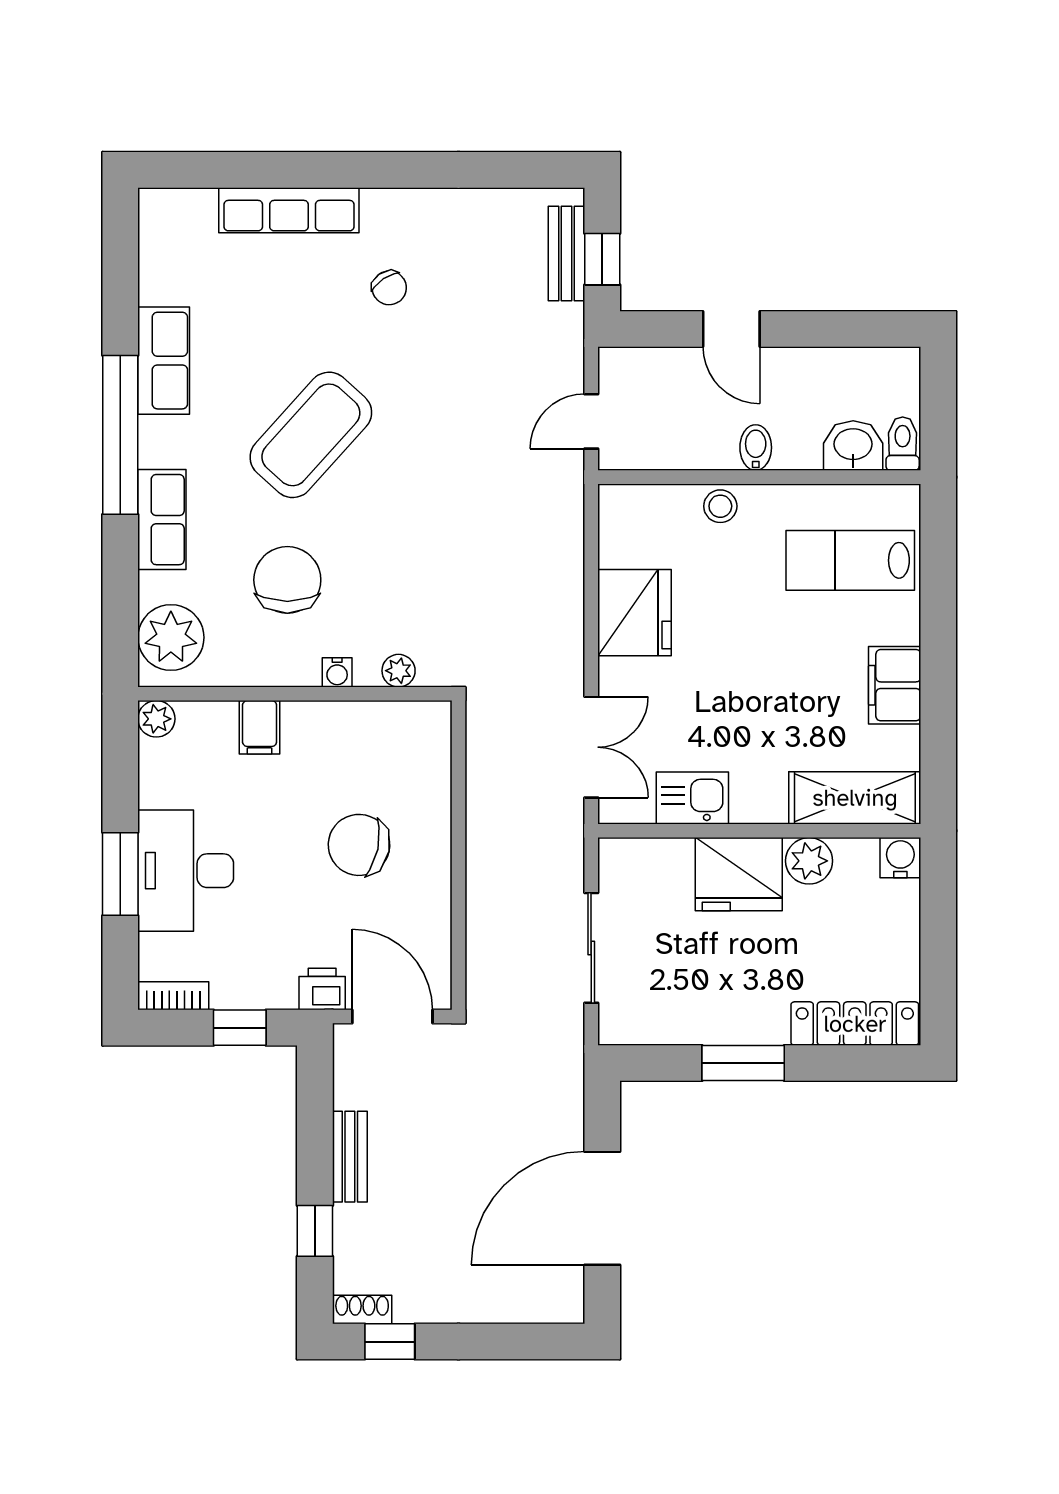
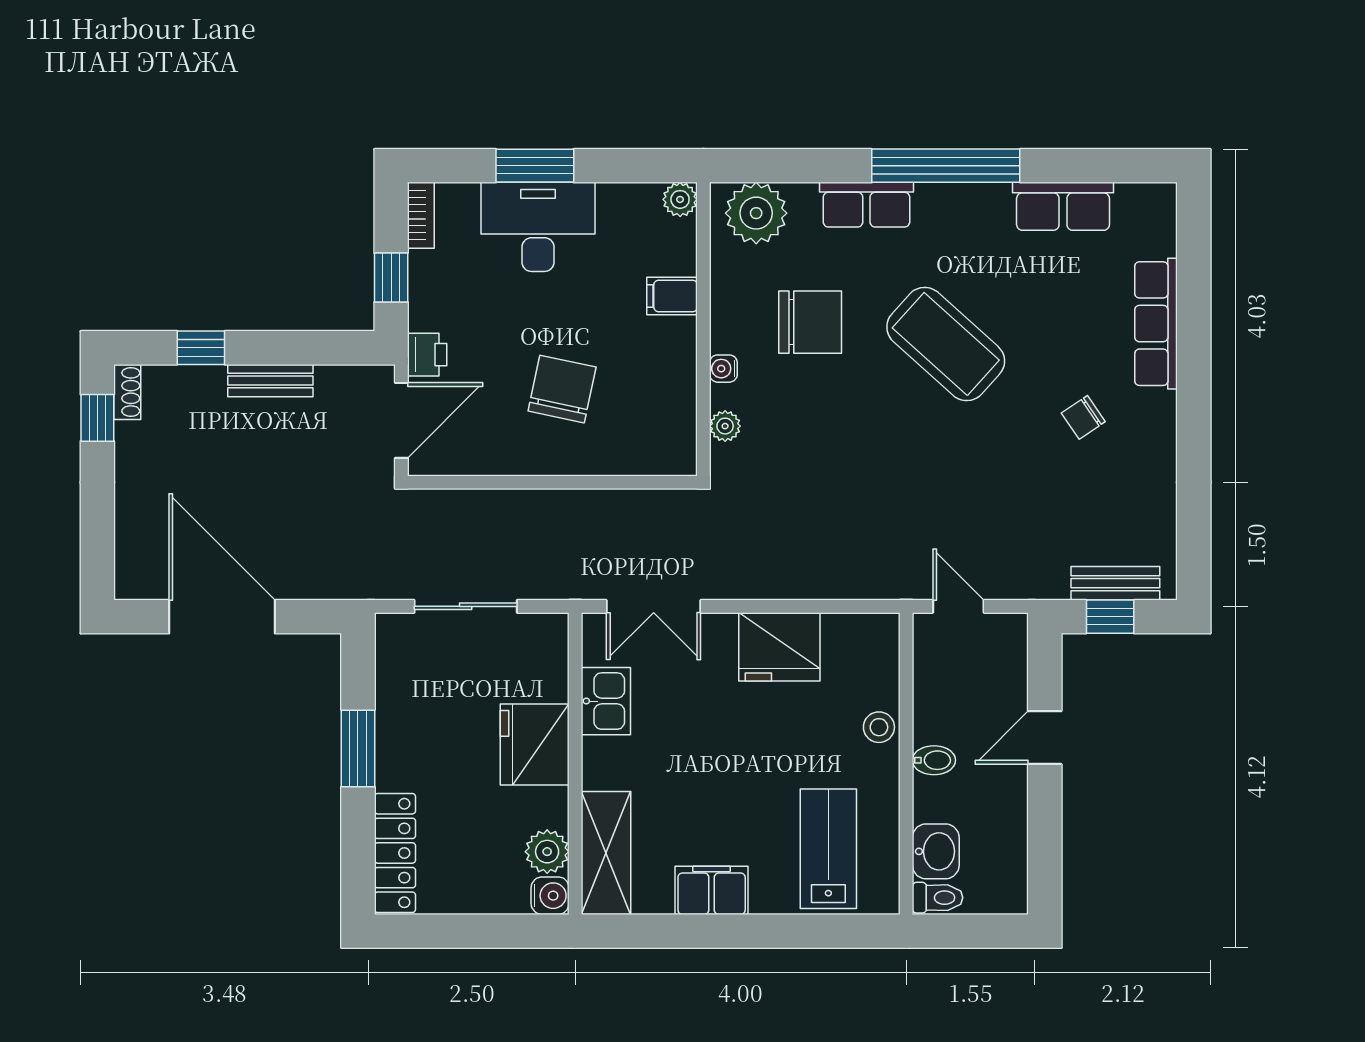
row of seats: (164, 361) -> (1063, 206), moved
plant: (809, 861) -> (547, 852), moved

